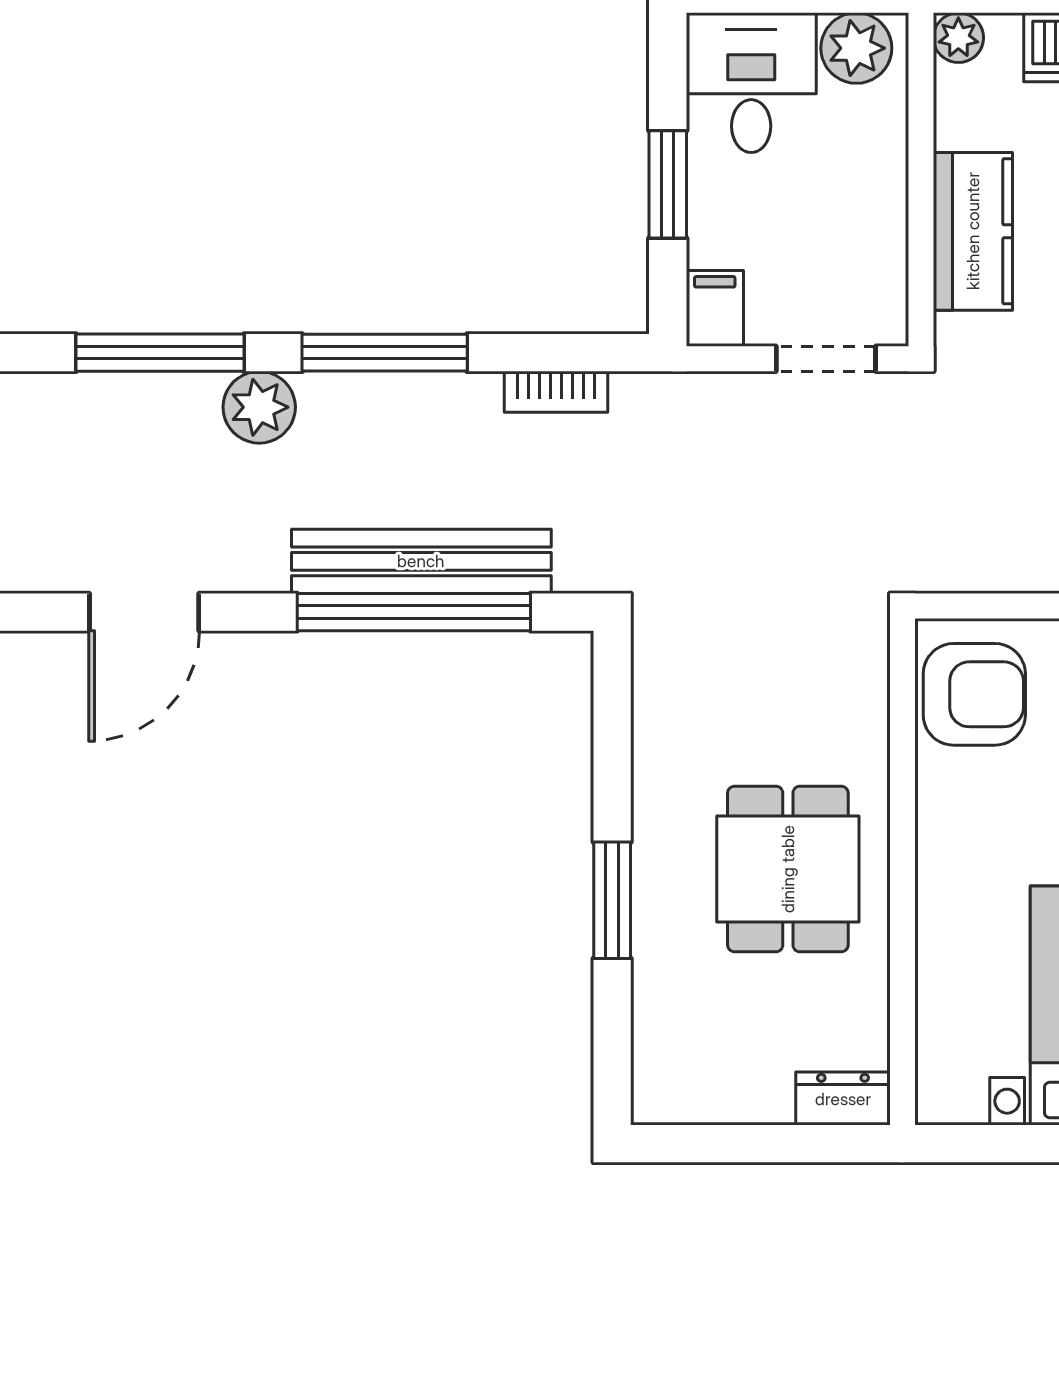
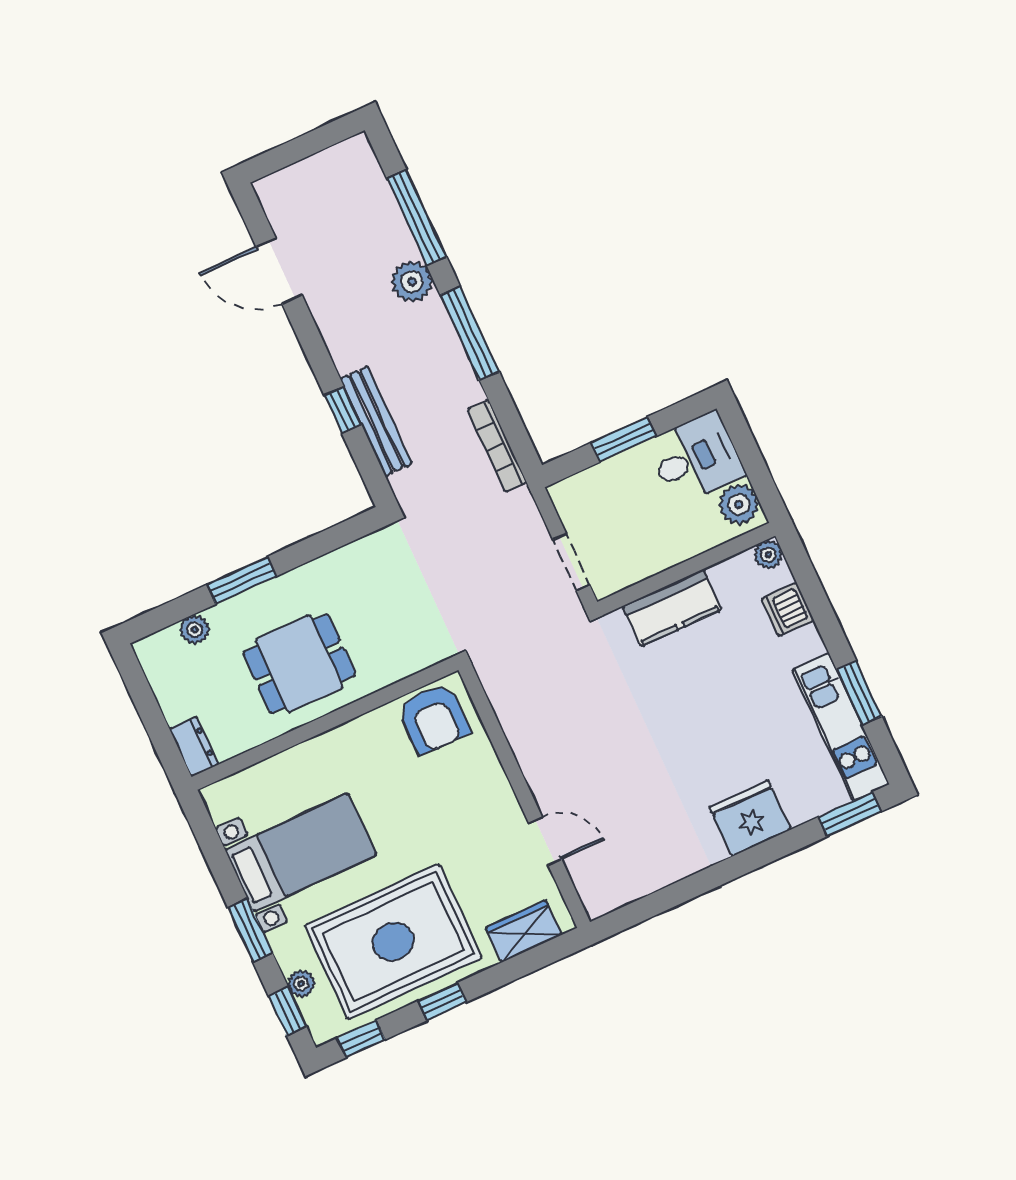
filing cabinet: (715, 308) -> (571, 493), removed
bookcase: (556, 392) -> (497, 446), width x1.56
bench: (421, 561) -> (376, 421), width x0.73, depth x0.82
window: (414, 612) -> (343, 410), width x0.32
plant: (656, 1011) -> (195, 630), added

